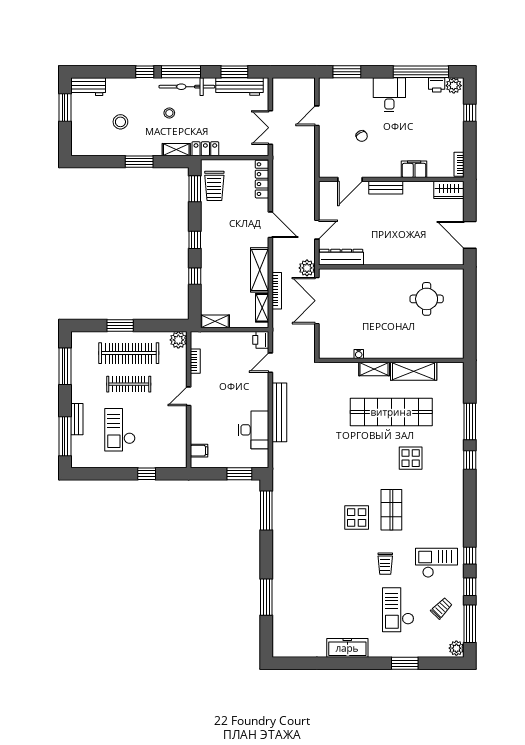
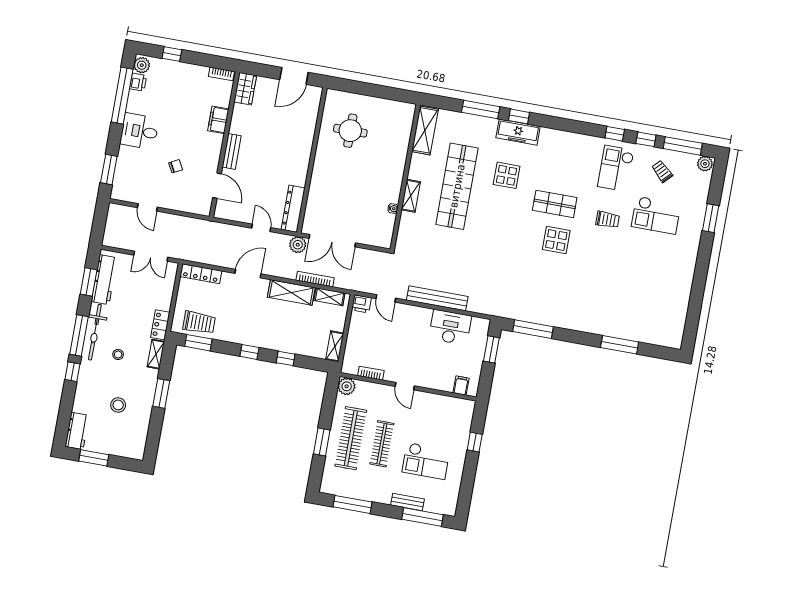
shelving: (414, 371) -> (425, 130), moved
freezer: (347, 648) -> (518, 132), moved, turned -90

